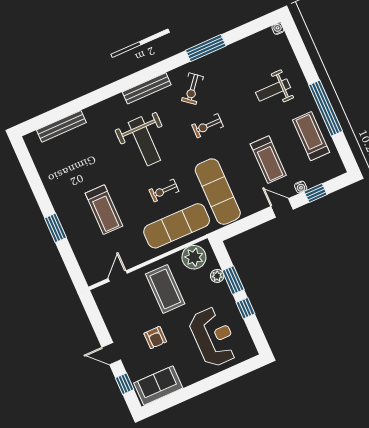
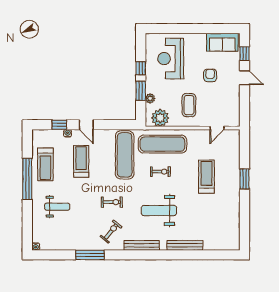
bench: (61, 126) -> (185, 245), moved
weight bench: (144, 141) -> (159, 210), turned -90
coffee table: (165, 289) -> (189, 105), width x0.73, depth x0.76

